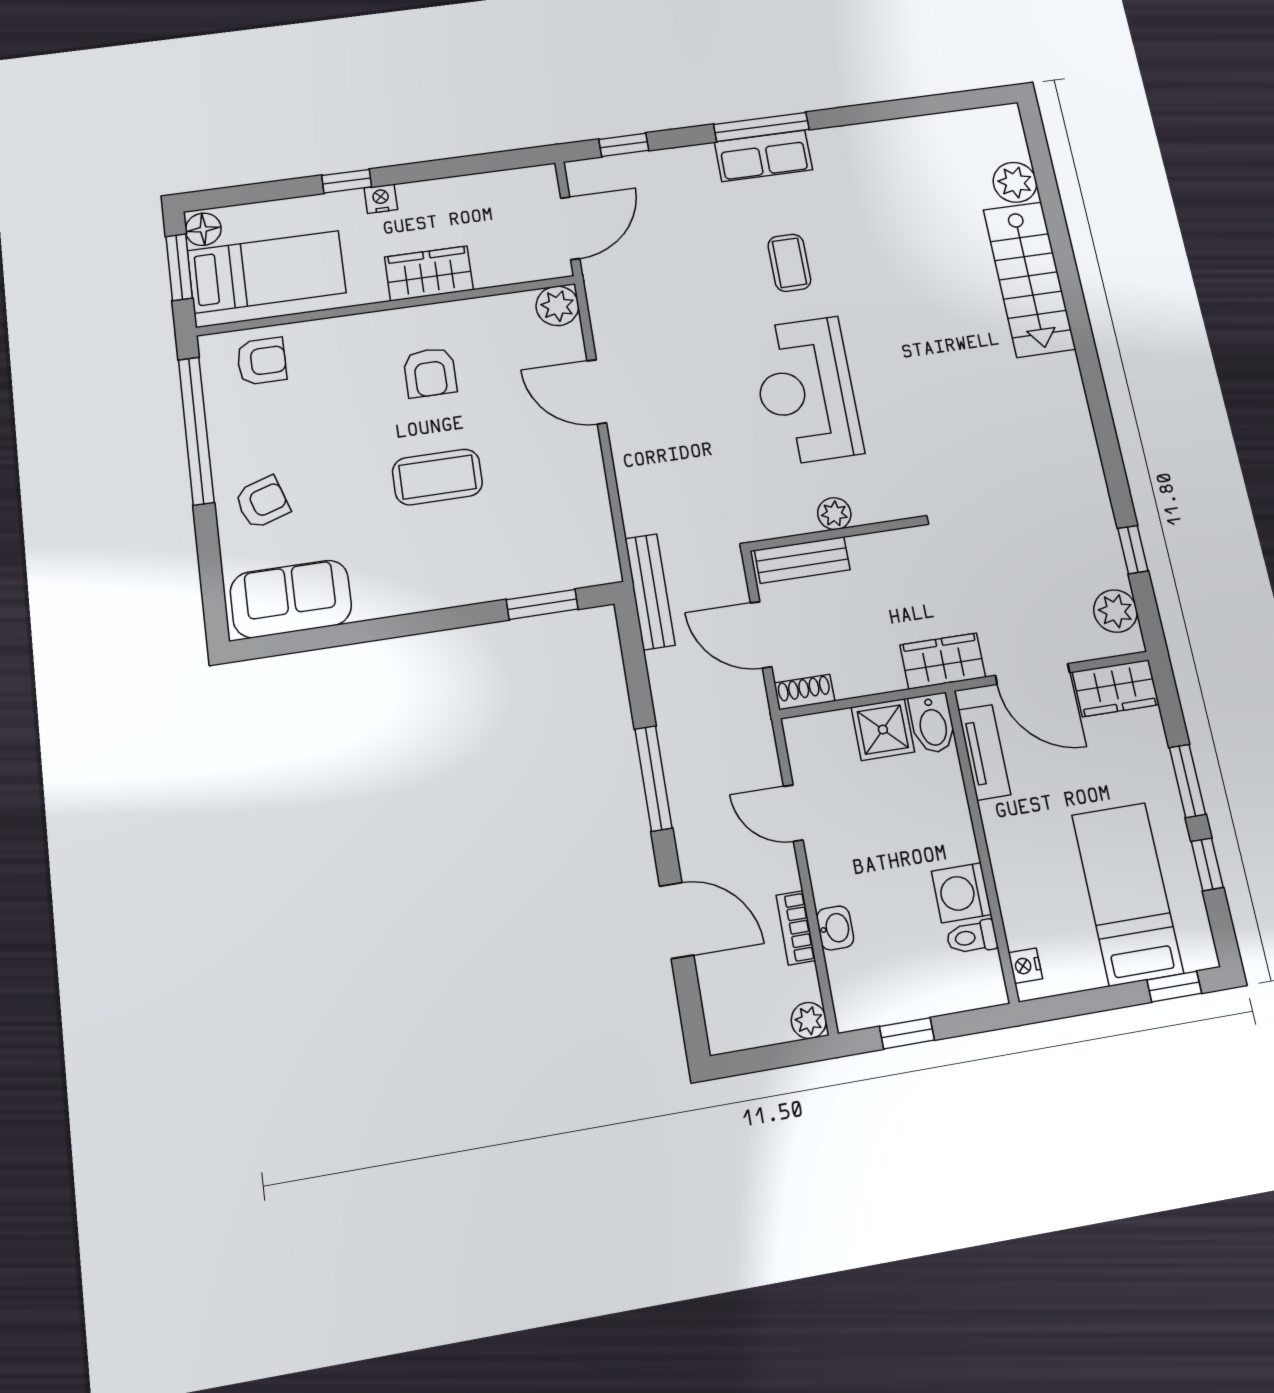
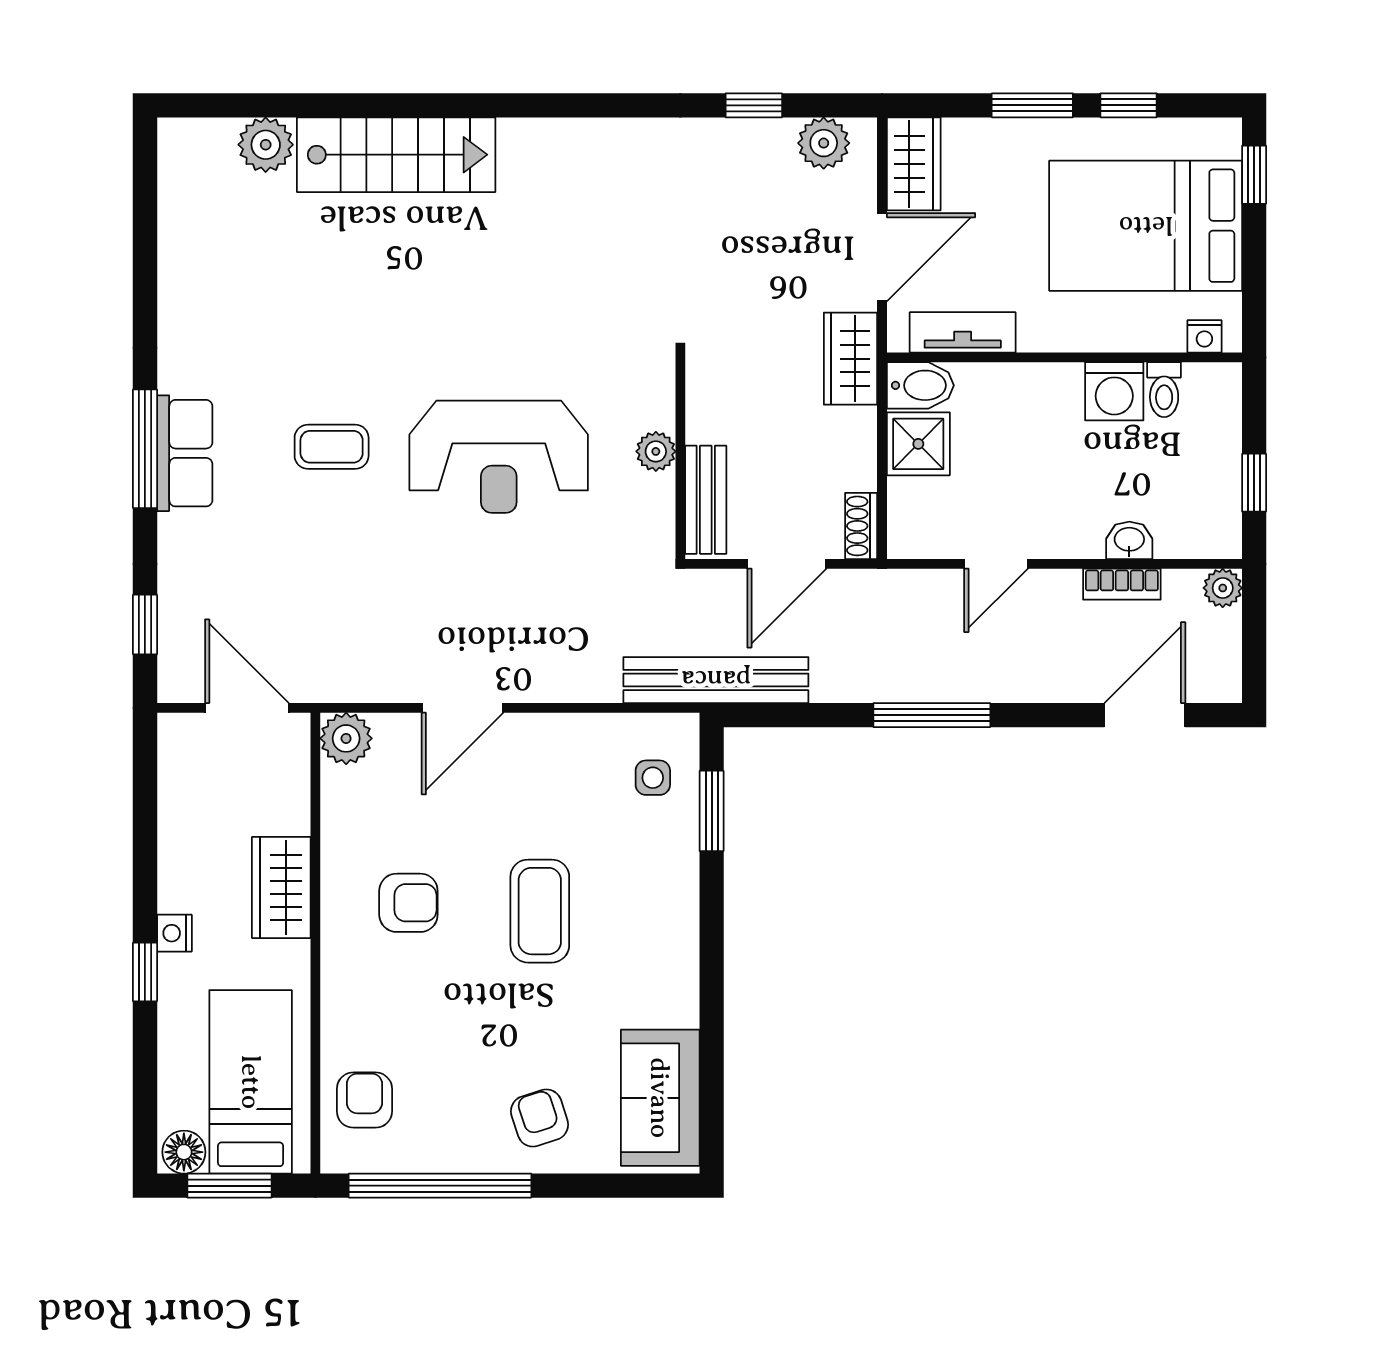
side table: (563, 552) -> (653, 778), added
bench: (650, 592) -> (716, 680), width x1.37, depth x1.21
bed: (1127, 894) -> (1146, 226), width x1.50
door: (676, 921) -> (1145, 715), moved

